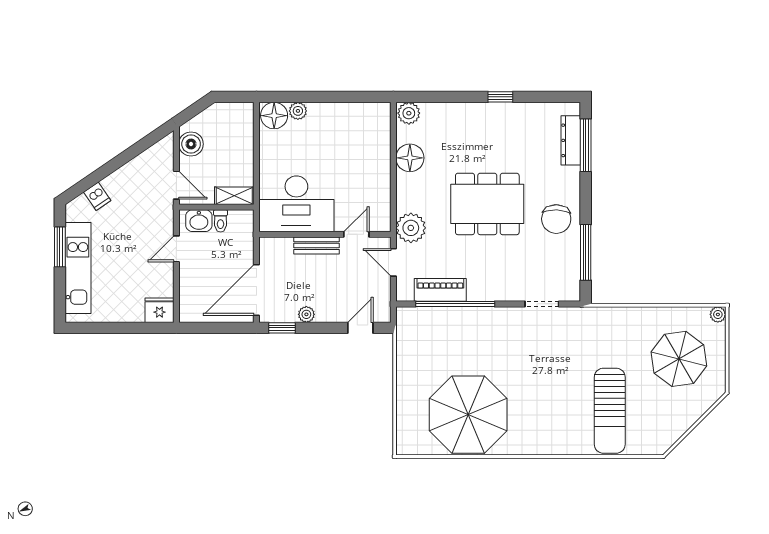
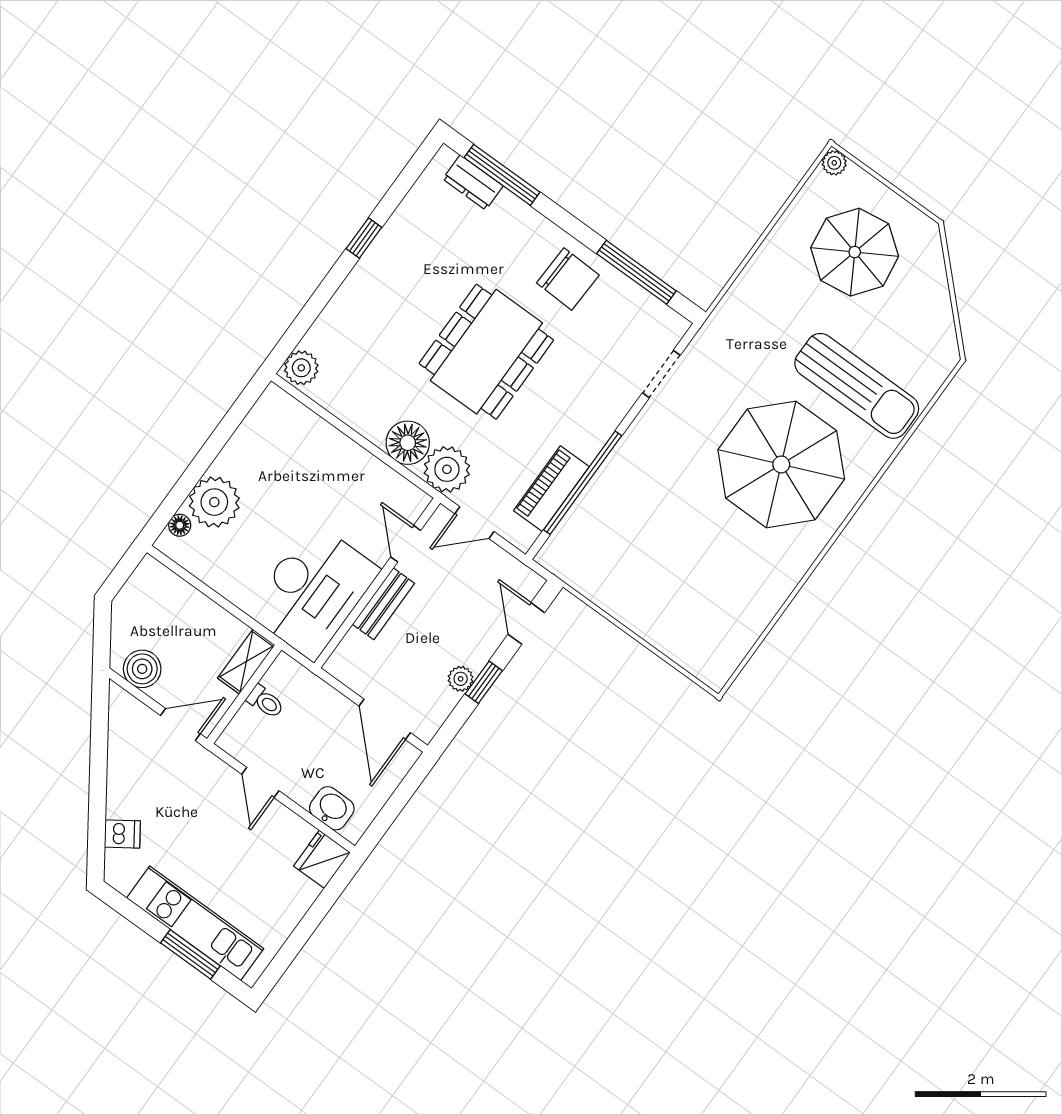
plant: (298, 111) -> (214, 502), width x1.88, depth x1.88
floor lamp: (274, 116) -> (180, 525), width x0.53, depth x0.53
dresser: (571, 140) -> (473, 182), width x0.70
floor lamp: (410, 158) -> (408, 443), moved
washbasin: (199, 221) -> (332, 808), moved, turned -90
window: (60, 247) -> (190, 954), moved
door: (256, 290) -> (385, 719), width x0.73
window: (282, 328) -> (484, 682), moved
parasol: (468, 415) -> (781, 464), moved

